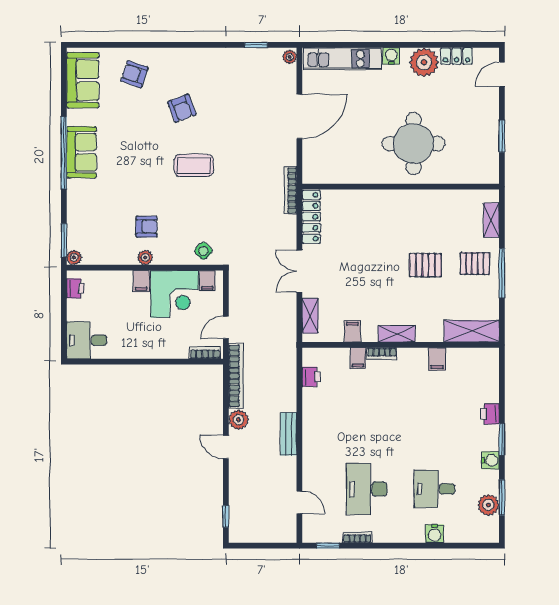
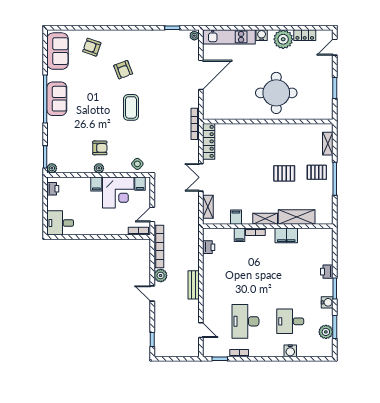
coffee table: (194, 165) -> (131, 107), turned 90
shelving: (472, 331) -> (297, 217), moved
filing cabinet: (437, 359) -> (286, 235), width x2.00

